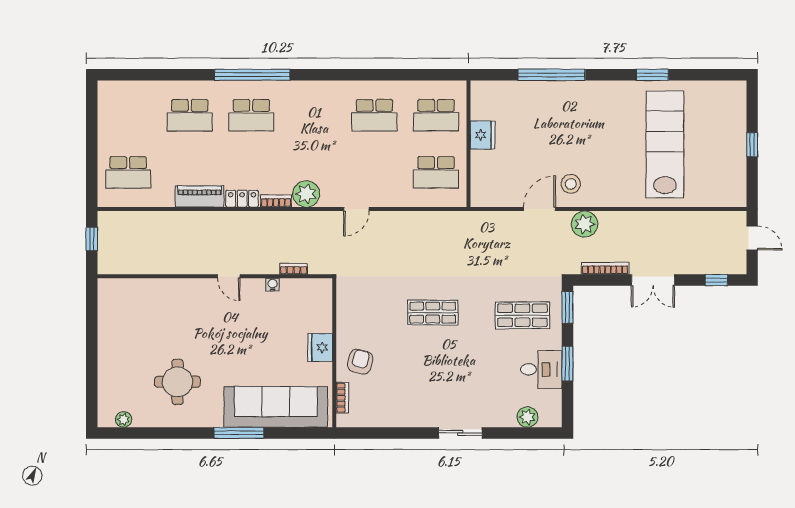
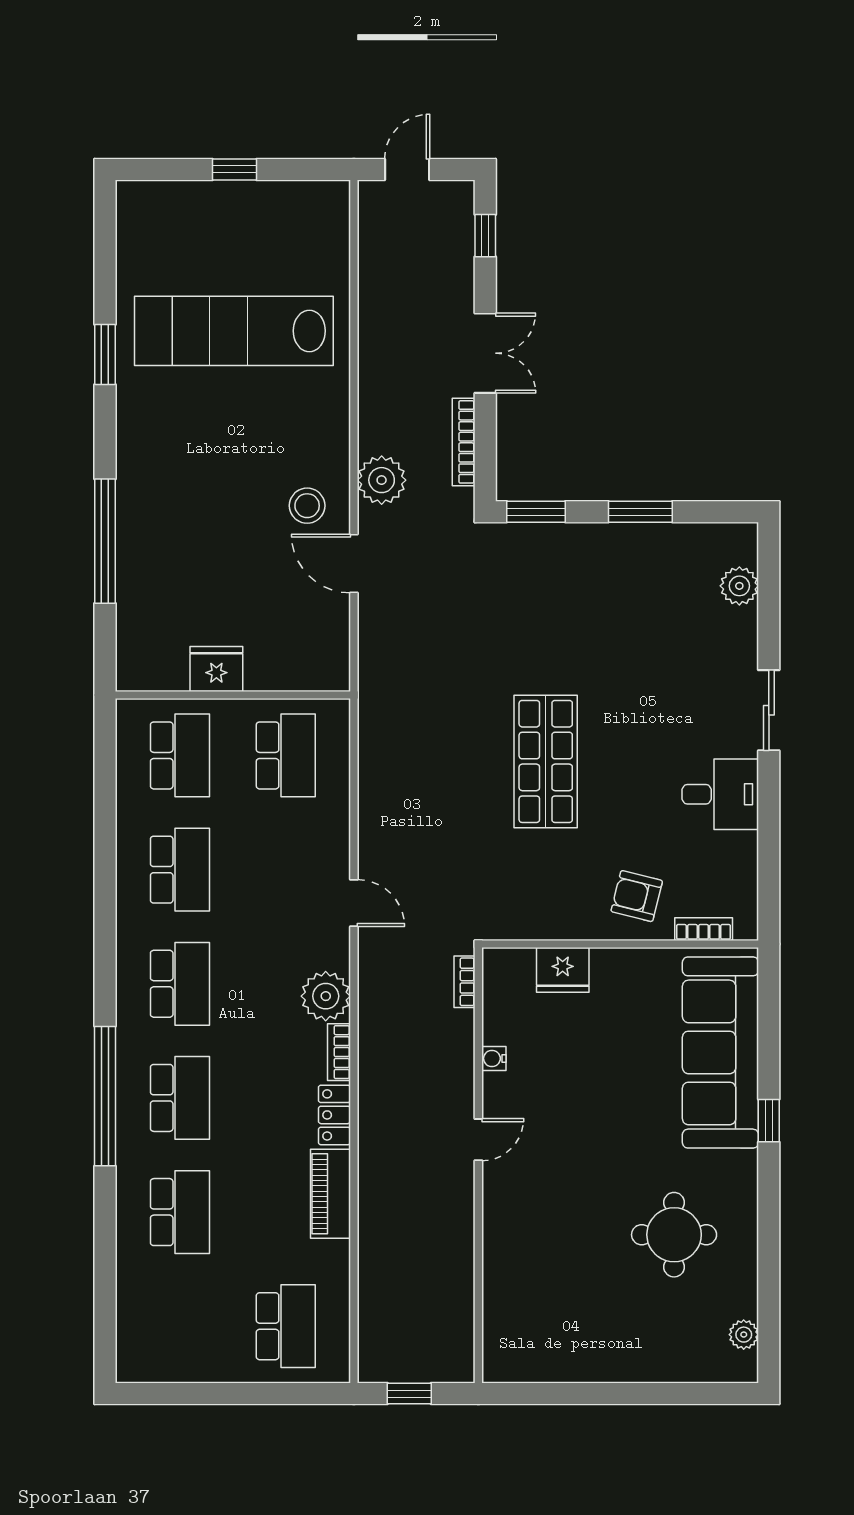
school desk: (313, 115) -> (180, 984), added
bookcase: (294, 269) -> (465, 982), moved
shop shelf: (433, 313) -> (546, 761), width x1.43, depth x1.36
shop shelf: (522, 315) -> (551, 595), removed
fridge: (320, 347) -> (563, 970), moved
desk: (541, 369) -> (720, 794), moved, turned 90
window: (239, 433) -> (769, 1121), width x0.46

